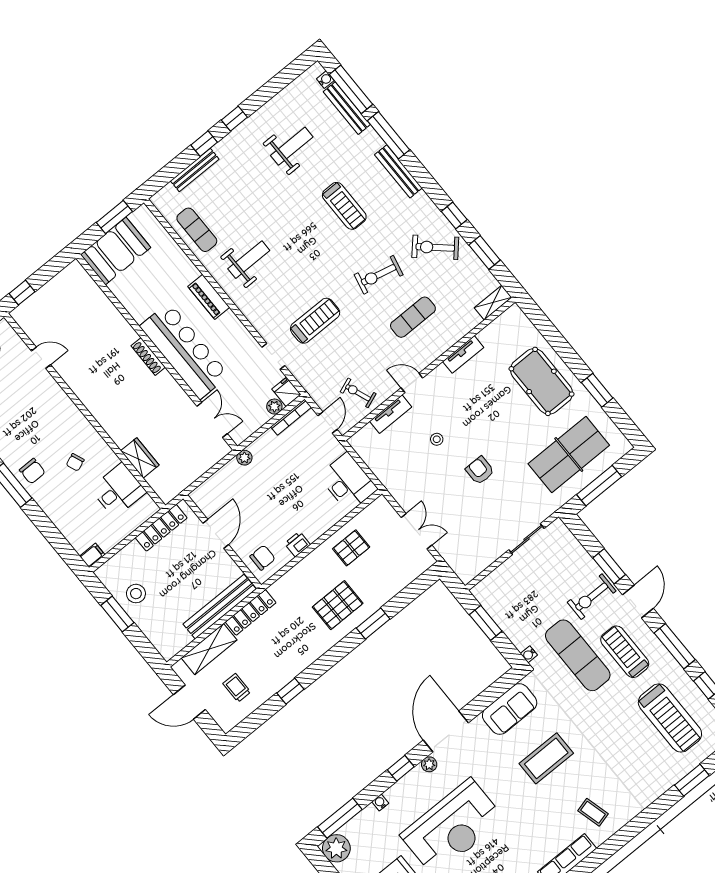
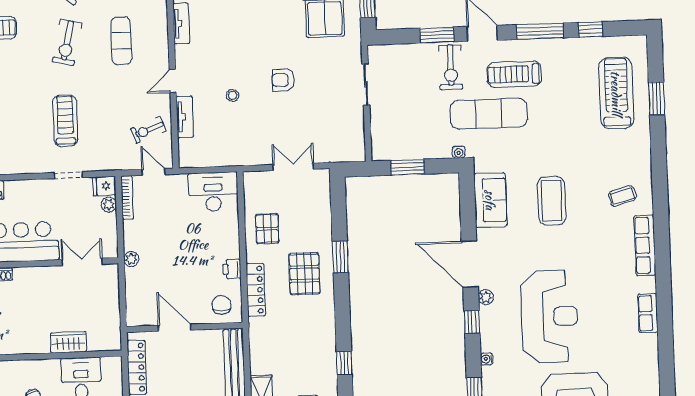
locker: (251, 612) -> (256, 290), moved
treadmill: (670, 718) -> (616, 93), moved, turned -90

